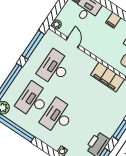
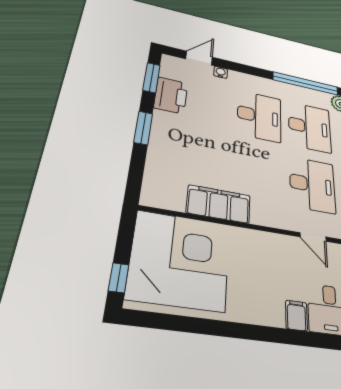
filing cabinet: (113, 20) -> (296, 316), moved

